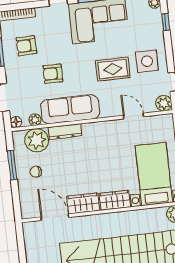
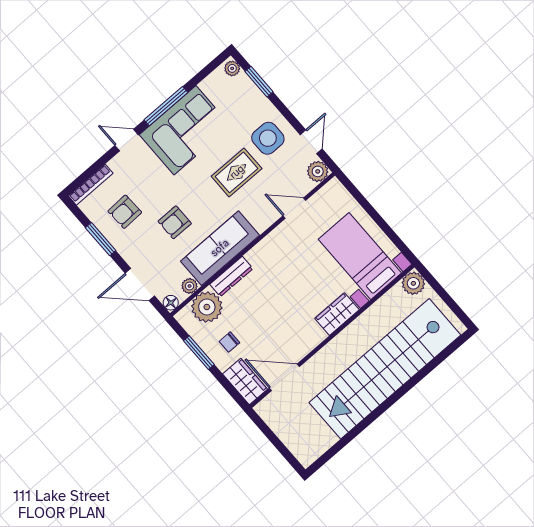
window: (166, 22) -> (259, 82), width x1.50
wardrobe: (83, 203) -> (245, 382), moved, turned 90

